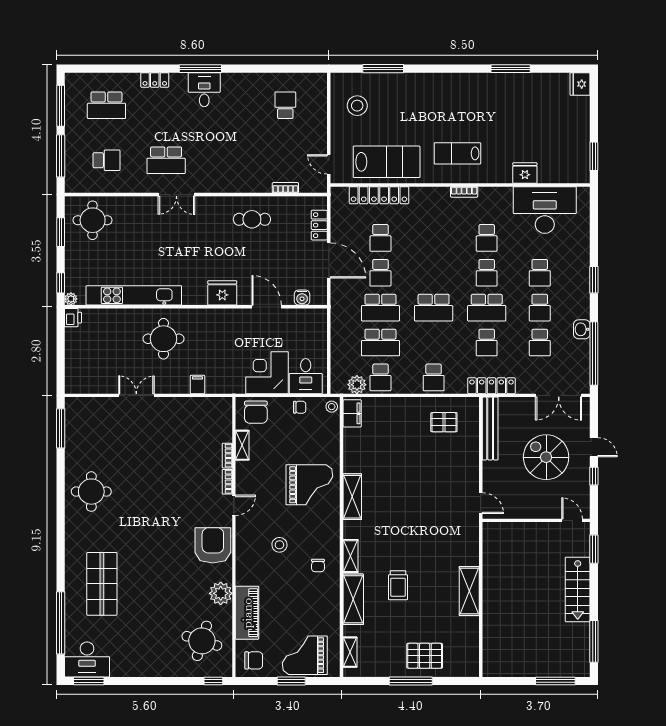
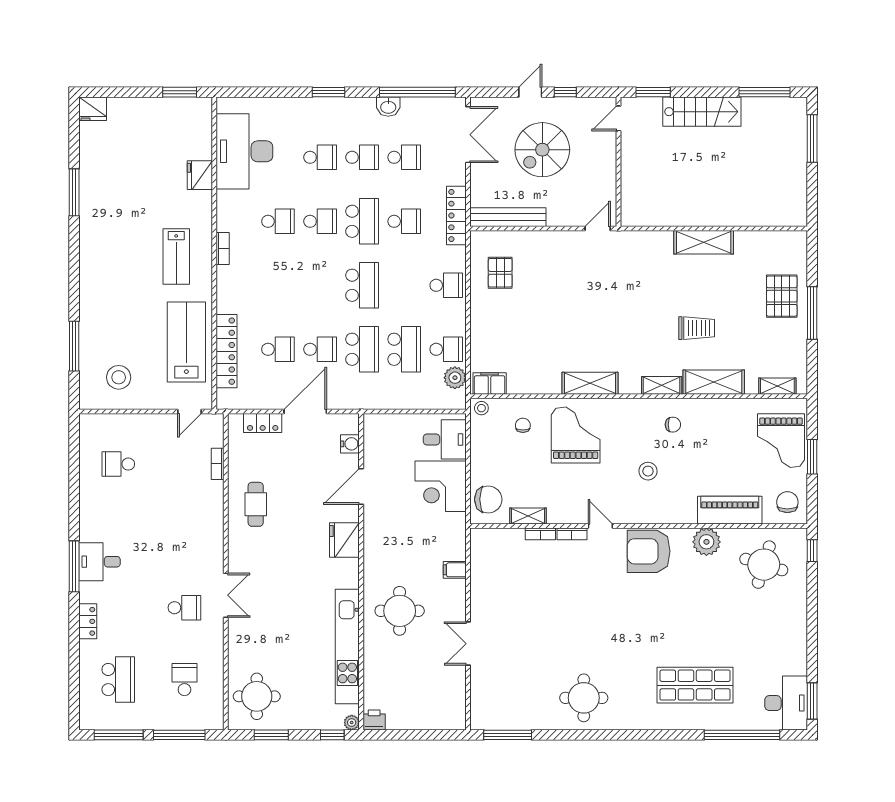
school desk: (166, 160) -> (184, 608), width x0.54
chair: (300, 407) -> (523, 425), moved

